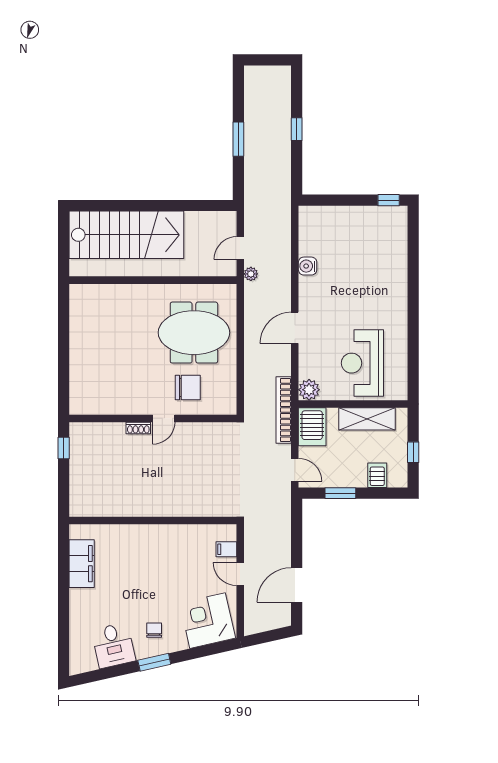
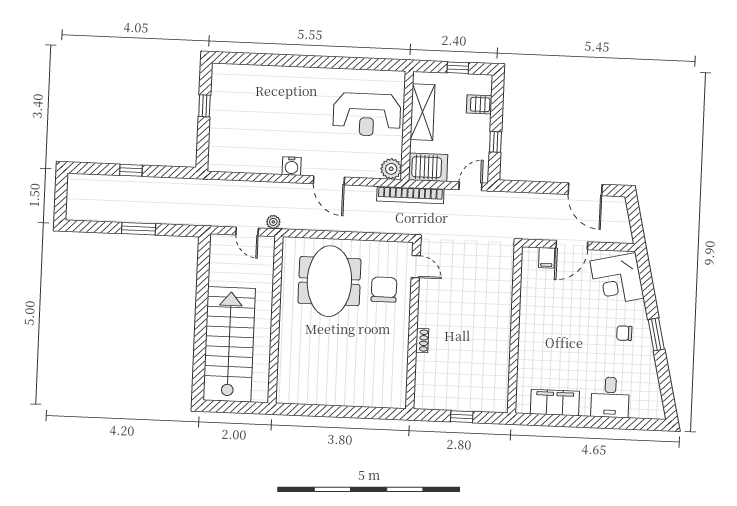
window: (389, 200) -> (204, 106), moved
water cooler: (308, 266) -> (292, 166), moved
door: (164, 418) -> (416, 267), moved
window: (64, 448) -> (462, 417), moved
window: (340, 493) -> (495, 142), width x0.67
door: (240, 574) -> (572, 245), width x1.38
desk: (113, 645) -> (610, 397), moved, turned 103

